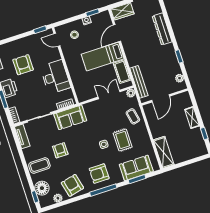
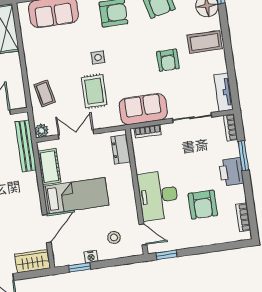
desk: (55, 77) -> (158, 195), moved
dresser: (80, 90) -> (121, 149), added
double door: (109, 94) -> (76, 134), swing flipped
rug: (123, 140) -> (94, 91), moved

